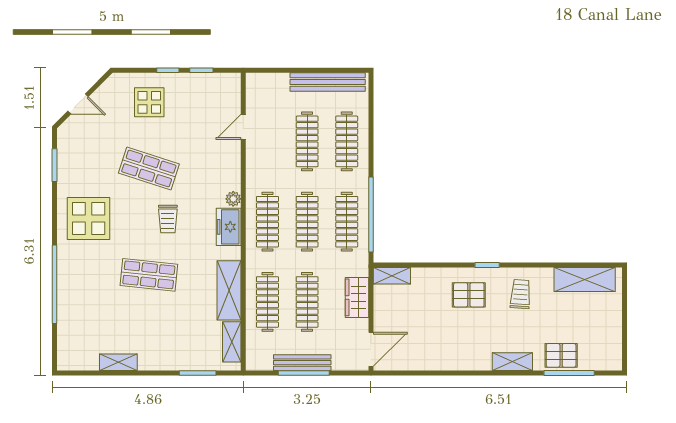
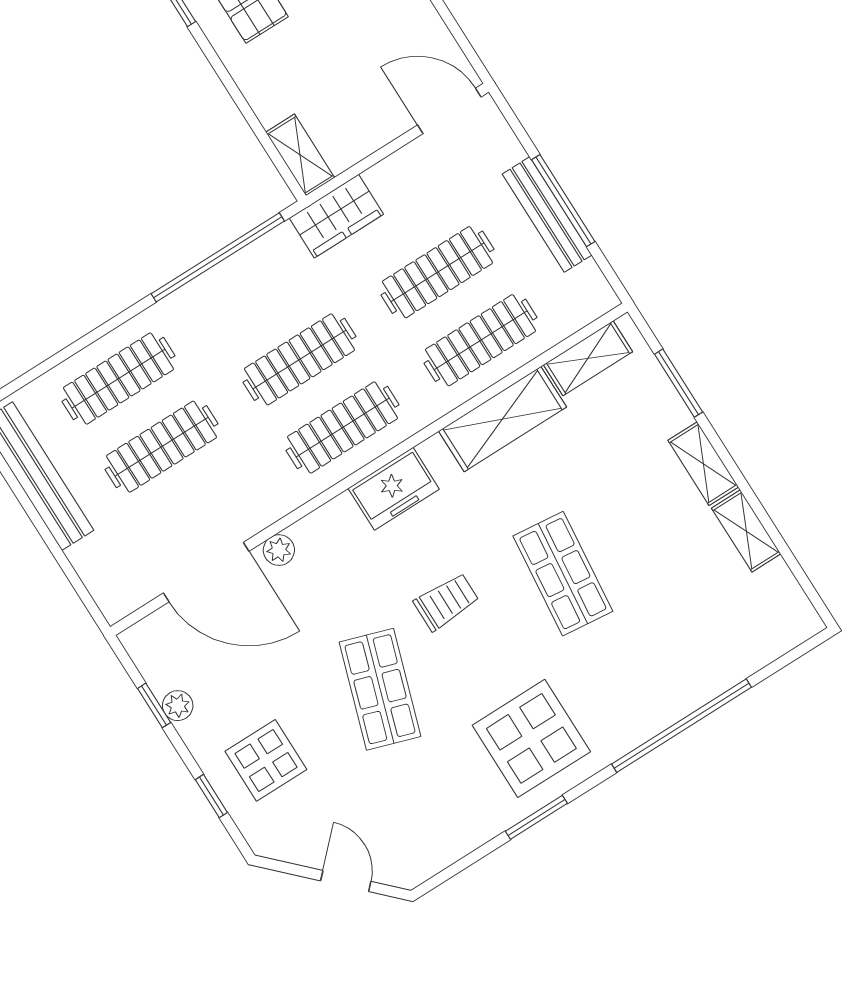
window: (168, 70) -> (211, 796), moved
plant: (195, 80) -> (178, 706), added
door: (243, 127) -> (206, 572), width x1.88
window: (54, 165) -> (536, 817), moved
plant: (233, 199) -> (279, 550), moved
clothes rail: (347, 222) -> (256, 291), removed
wardrobe: (357, 297) -> (336, 216), moved
shelving: (158, 362) -> (703, 464), added

